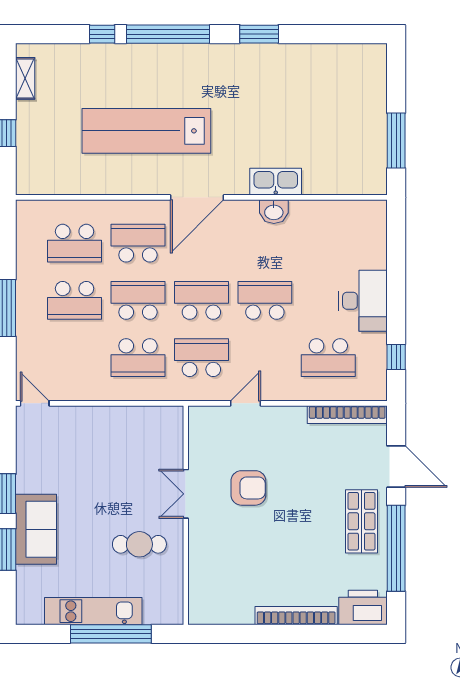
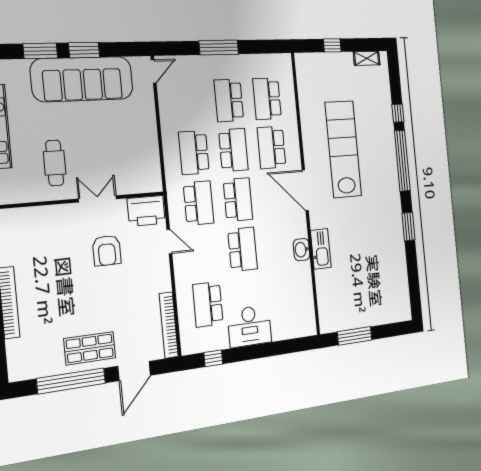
school desk: (138, 243) -> (272, 147), turned 180
sofa: (36, 529) -> (82, 79), width x1.85, depth x1.27
printer: (363, 608) -> (146, 211), moved, turned 90

